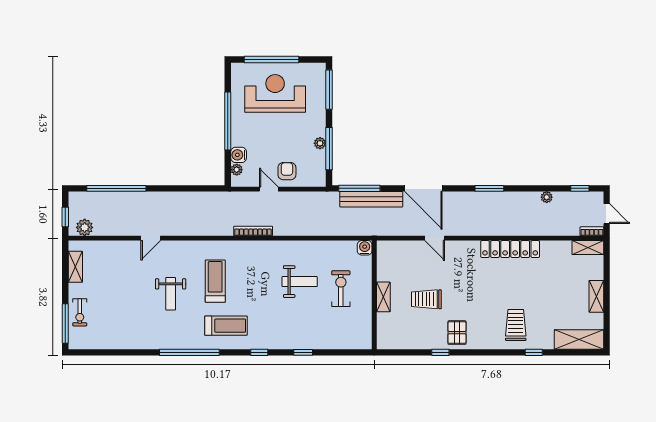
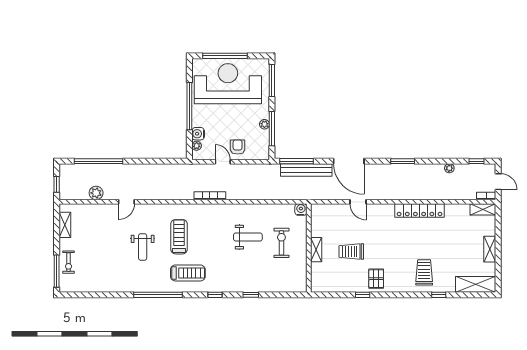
reception desk: (275, 93) -> (228, 84), width x1.36, depth x1.30
plant: (85, 227) -> (96, 193), moved

